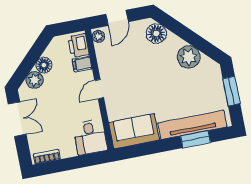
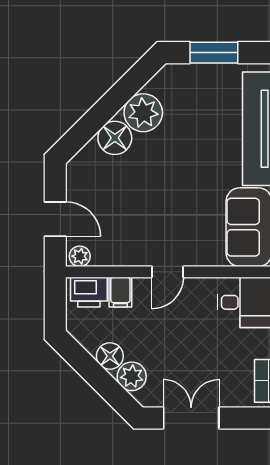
floor lamp: (156, 33) -> (115, 138), moved
door: (99, 89) -> (167, 272), hinge flipped

